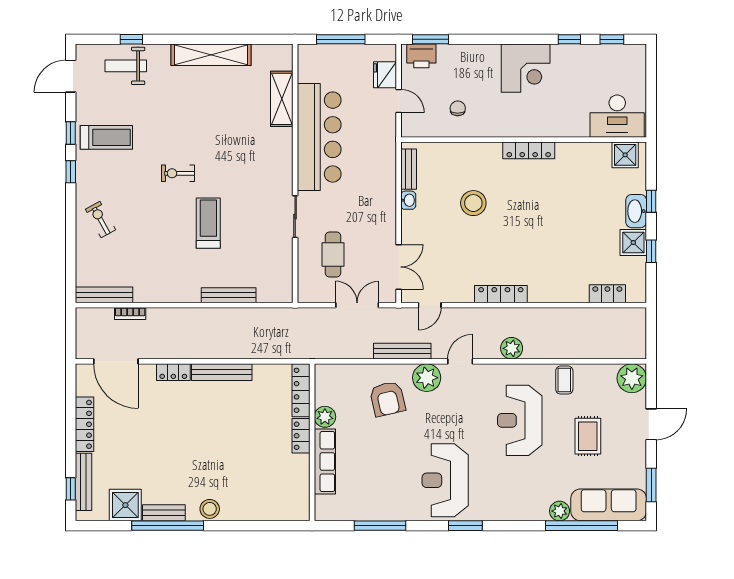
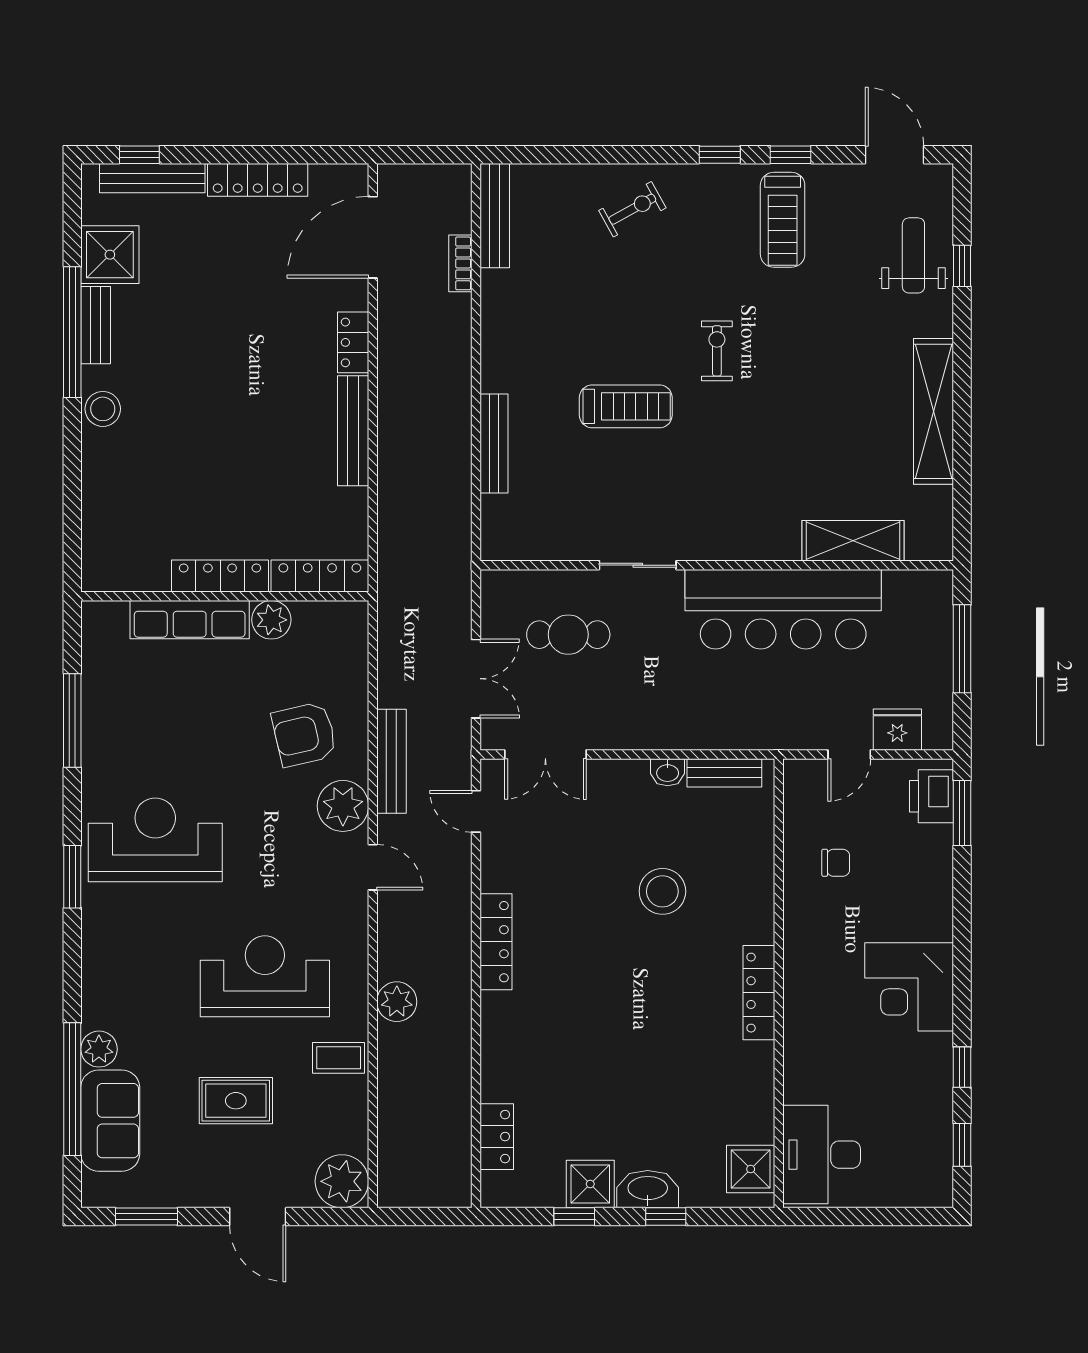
plant: (512, 348) -> (397, 1002), moved
locker: (301, 436) -> (220, 576), width x1.53
sofa: (609, 505) -> (110, 1121), width x0.73

